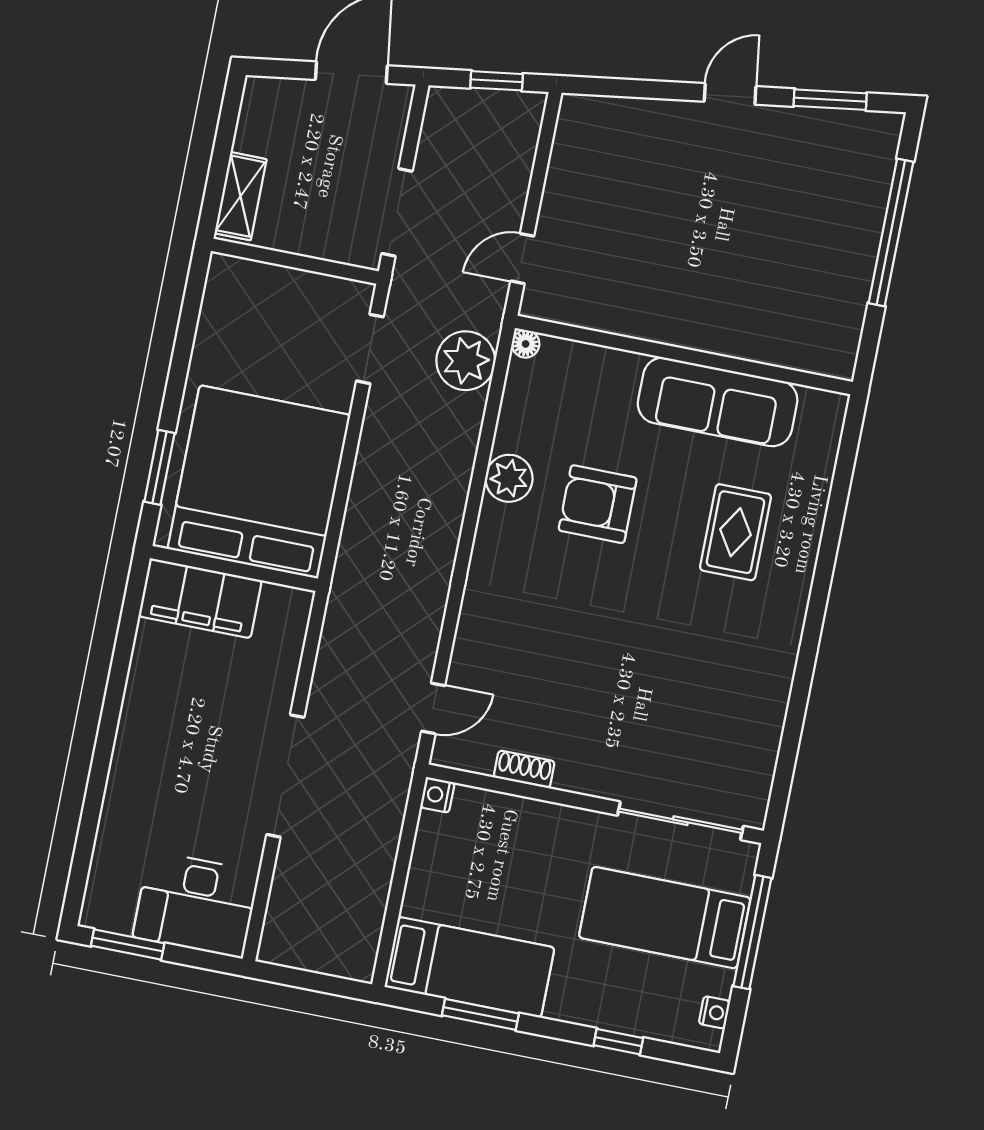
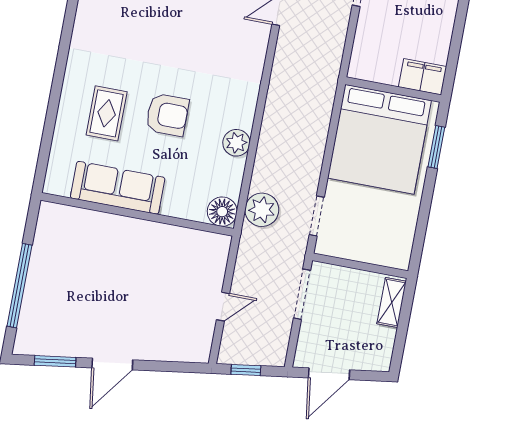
door: (730, 94) -> (112, 364), width x1.38
door: (522, 259) -> (223, 307), moved
floor lamp: (526, 344) -> (222, 212), width x1.89, depth x1.89
armchair: (598, 504) -> (167, 115), moved
filing cabinet: (200, 598) -> (423, 77), width x0.67, depth x0.86

